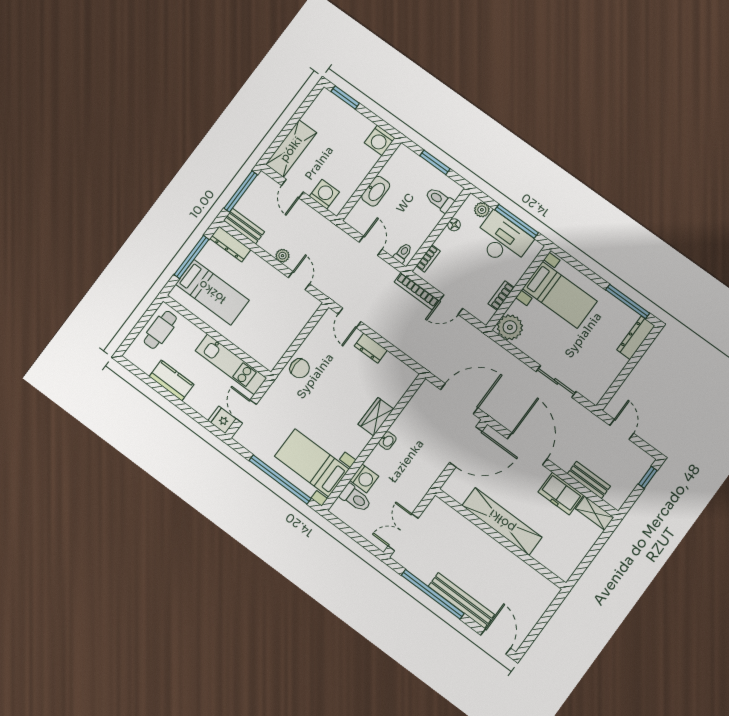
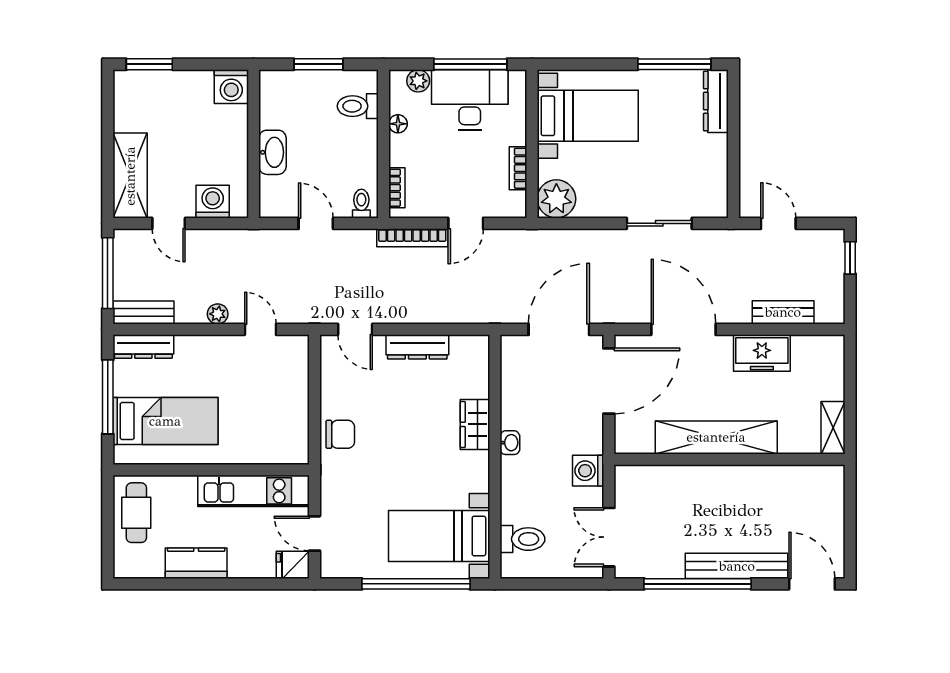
dresser: (371, 348) -> (417, 347), width x1.44
washing machine: (364, 478) -> (588, 471), moved, turned 180
shelving: (595, 513) -> (833, 428), moved, turned 90

